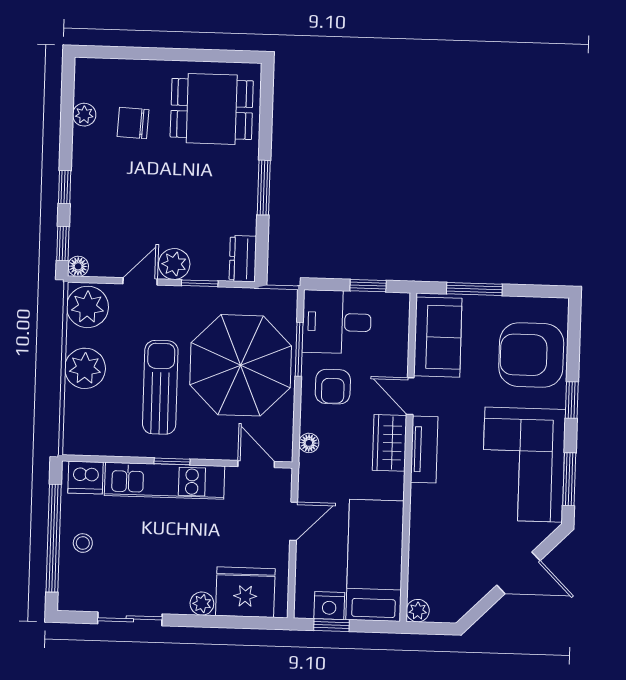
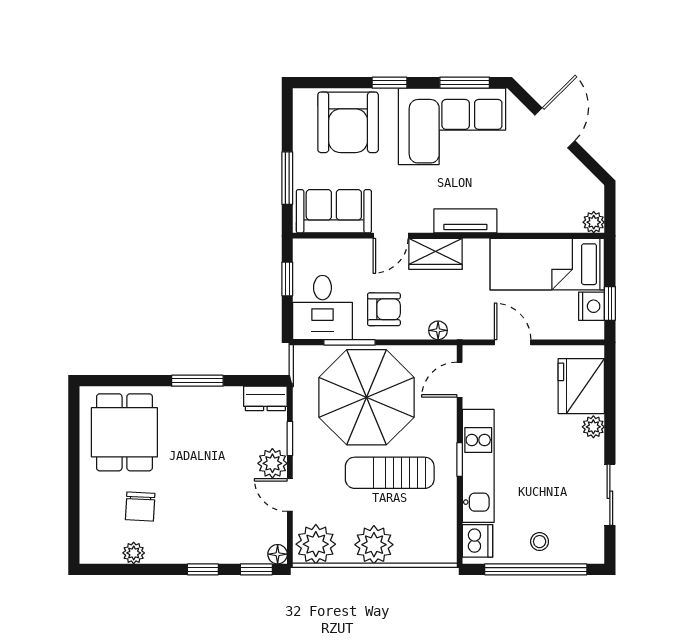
tv unit: (424, 449) -> (465, 221), moved

